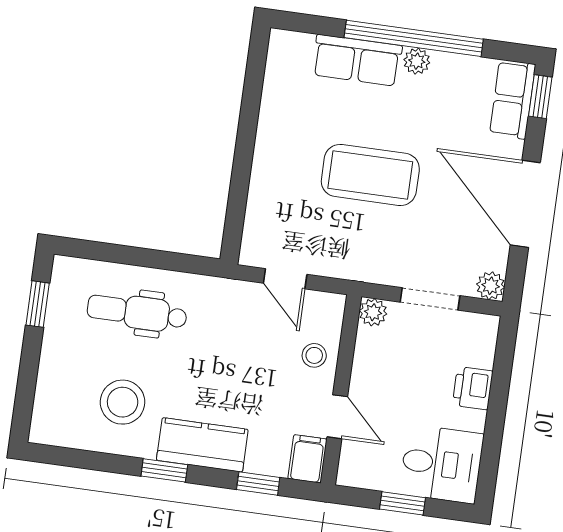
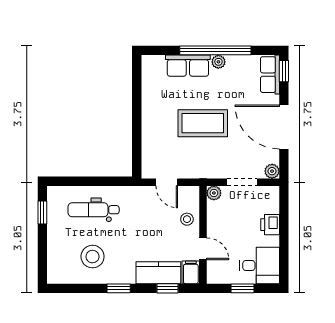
kitchen counter: (202, 445) -> (158, 273), moved

